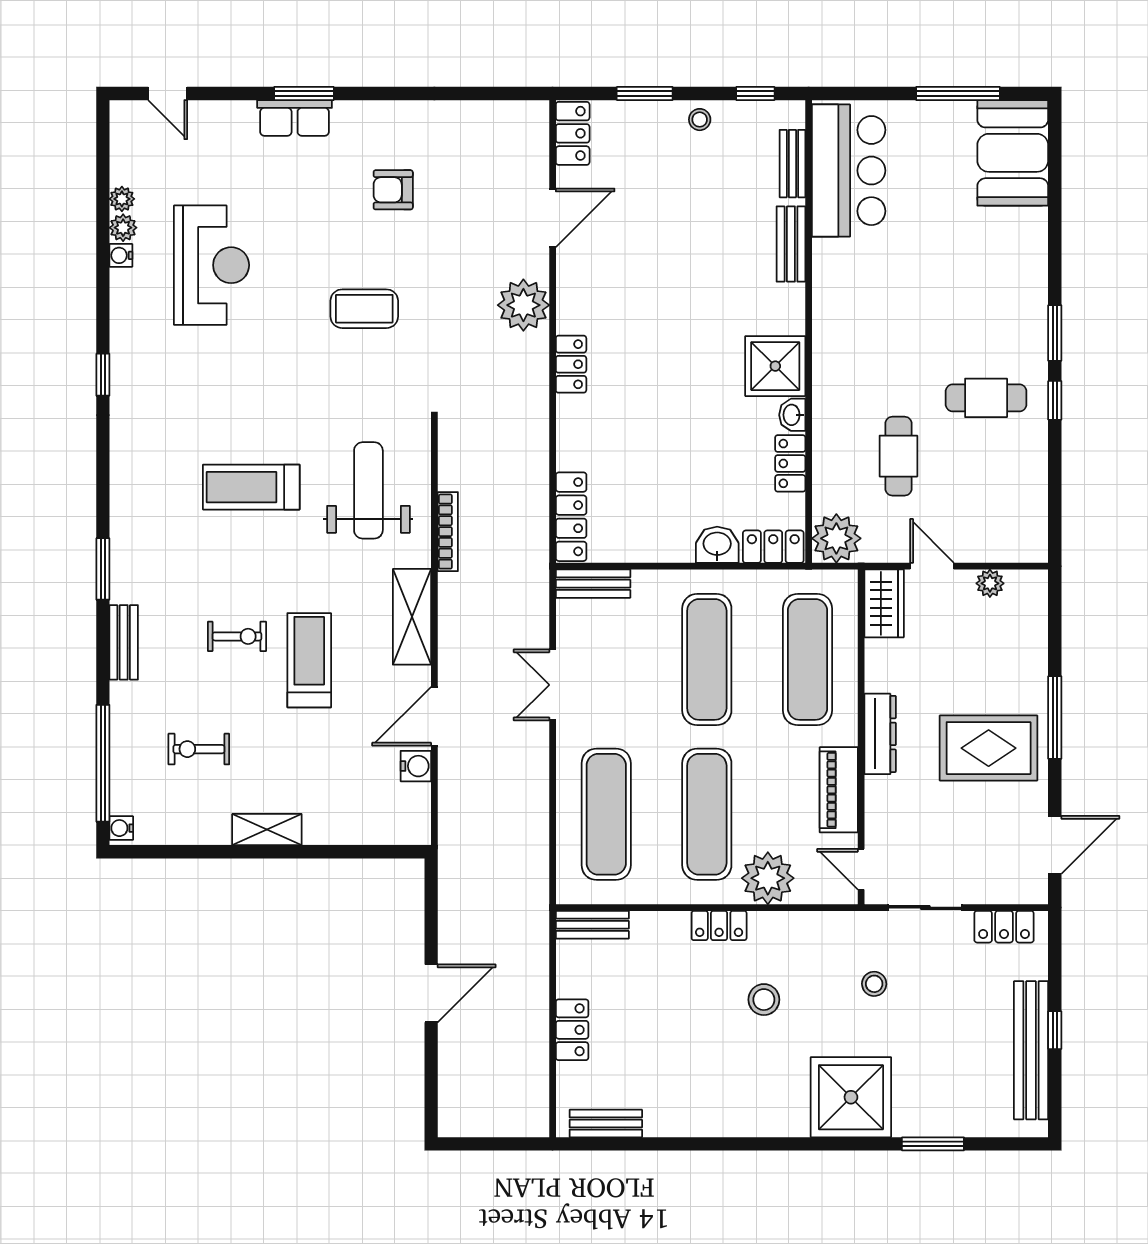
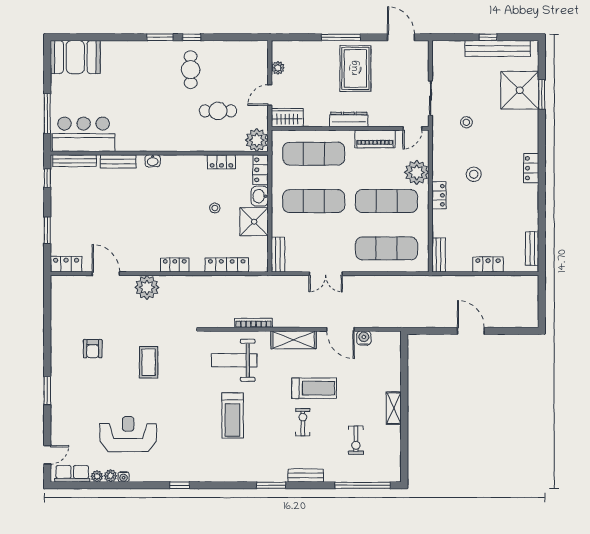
window: (958, 93) -> (47, 114), moved
row of seats: (295, 118) -> (72, 474), moved, turned -90
stool: (700, 120) -> (215, 208), moved
bench: (792, 164) -> (75, 161), width x1.36
shower: (775, 366) -> (254, 222), moved
washbasin: (792, 415) -> (153, 161), moved
locker: (571, 517) -> (227, 265), moved
treadmill: (309, 660) -> (314, 388), turned 180
water cooler: (121, 828) -> (393, 477), removed
locker: (1004, 927) -> (531, 168), moved, turned 180
shower: (851, 1097) -> (520, 90), moved

